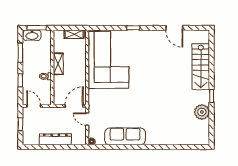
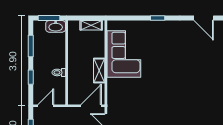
washbasin: (32, 35) -> (56, 26), moved
corner sofa: (108, 60) -> (124, 54), width x0.73, depth x0.74
shelving: (58, 64) -> (99, 71), moved
door: (34, 106) -> (46, 106), hinge flipped

